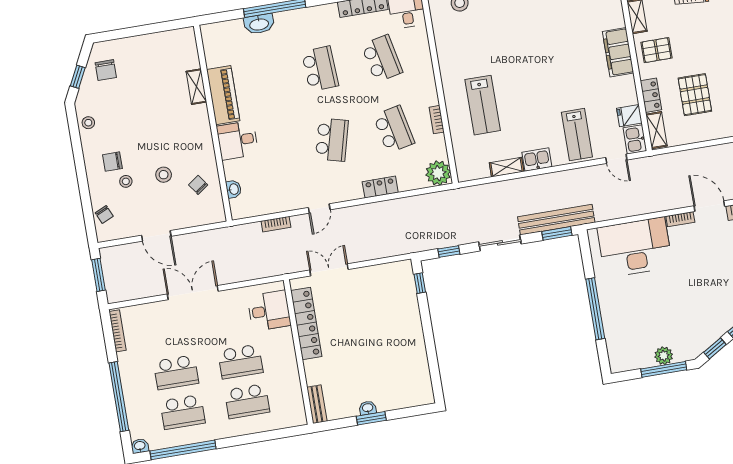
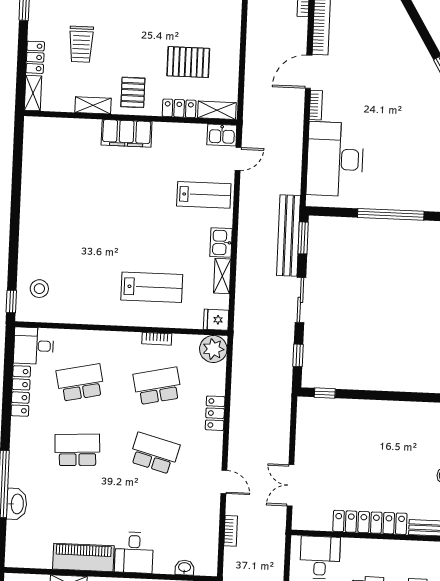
fridge: (629, 116) -> (216, 320), moved, turned 90
locker: (306, 324) -> (370, 522), moved

